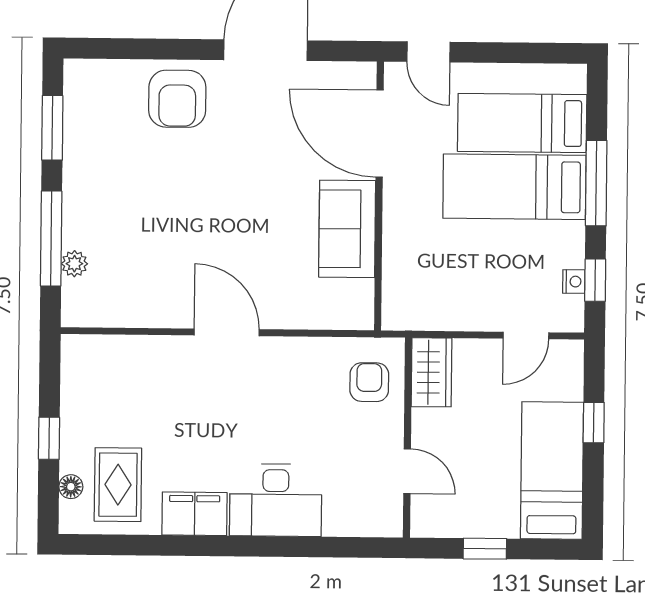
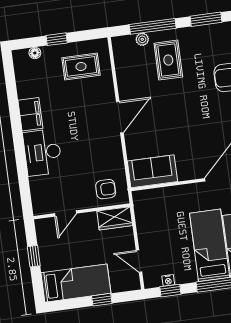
rug: (124, 217) -> (168, 60), added
sofa: (347, 229) -> (152, 171), moved
rug: (118, 485) -> (81, 66), moved

